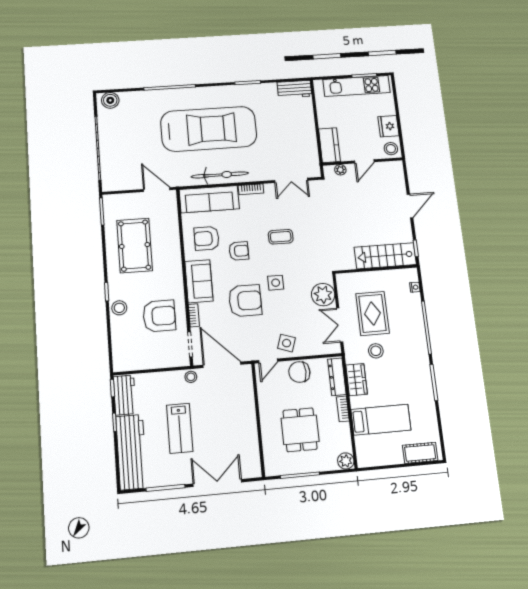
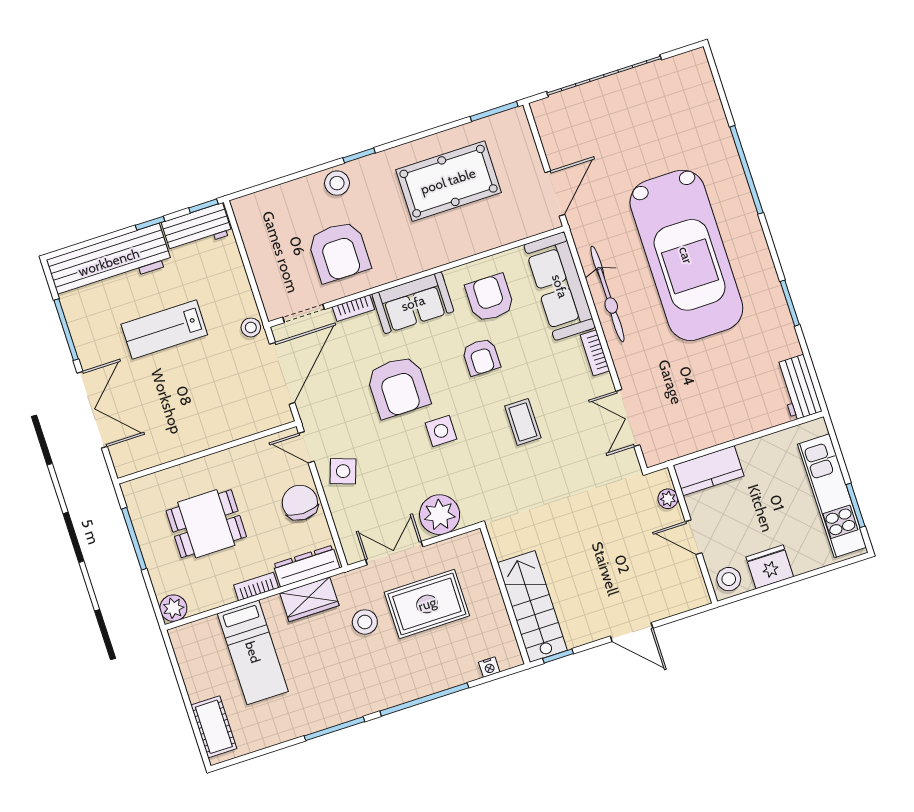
boiler: (110, 100) -> (697, 74), removed

